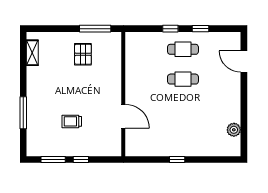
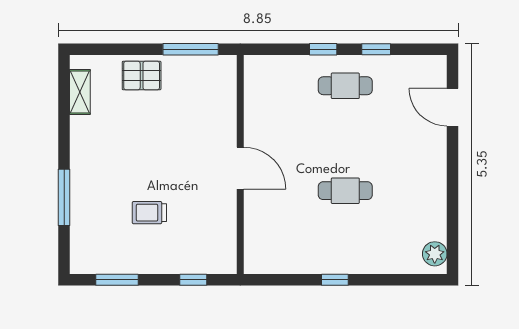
pallet: (83, 54) -> (142, 76), moved, turned 90
cafe table: (183, 79) -> (345, 191), moved
door: (123, 116) -> (240, 168), moved
plant: (234, 130) -> (435, 254), moved
window: (81, 159) -> (193, 280), moved

